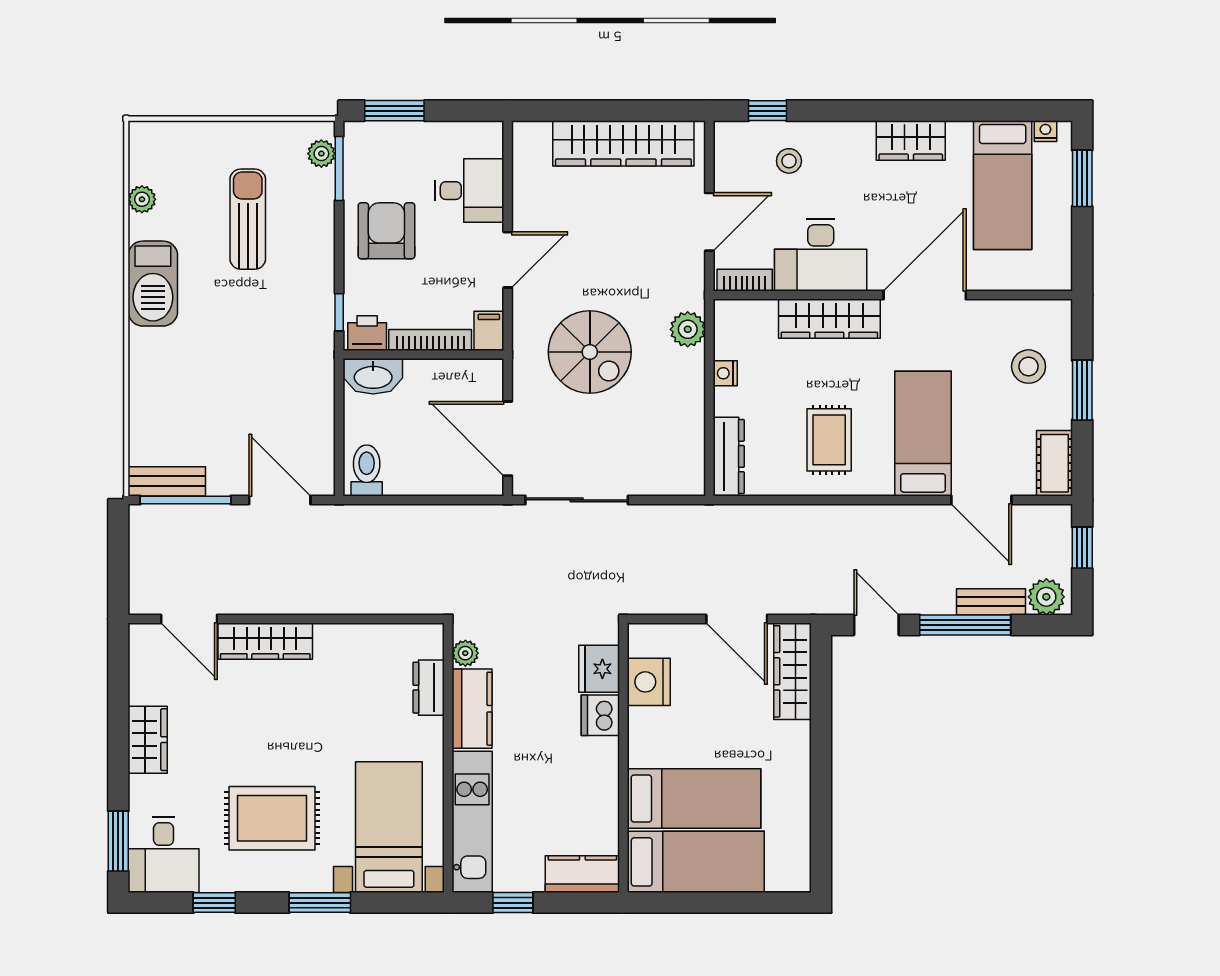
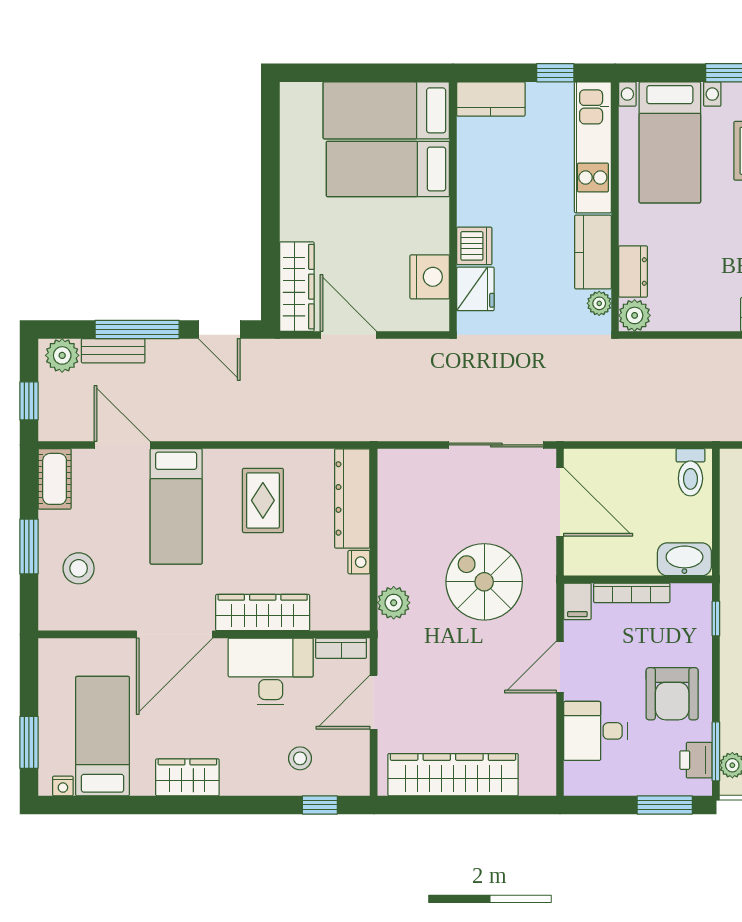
printer: (367, 333) -> (696, 760), moved, turned 90
dresser: (729, 456) -> (352, 498), width x1.37, depth x1.24
plant: (427, 640) -> (635, 315), added

